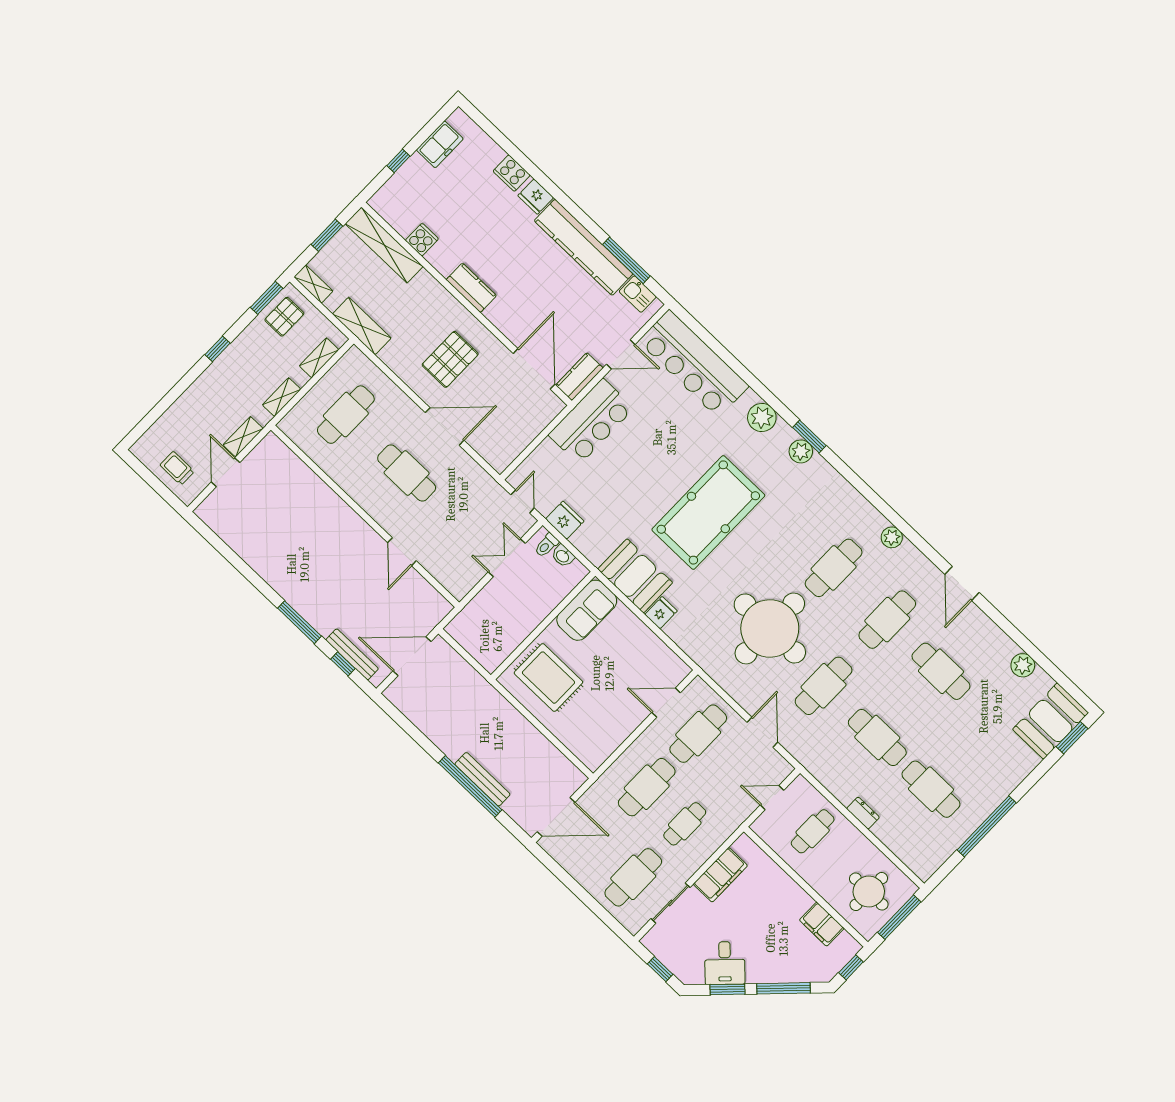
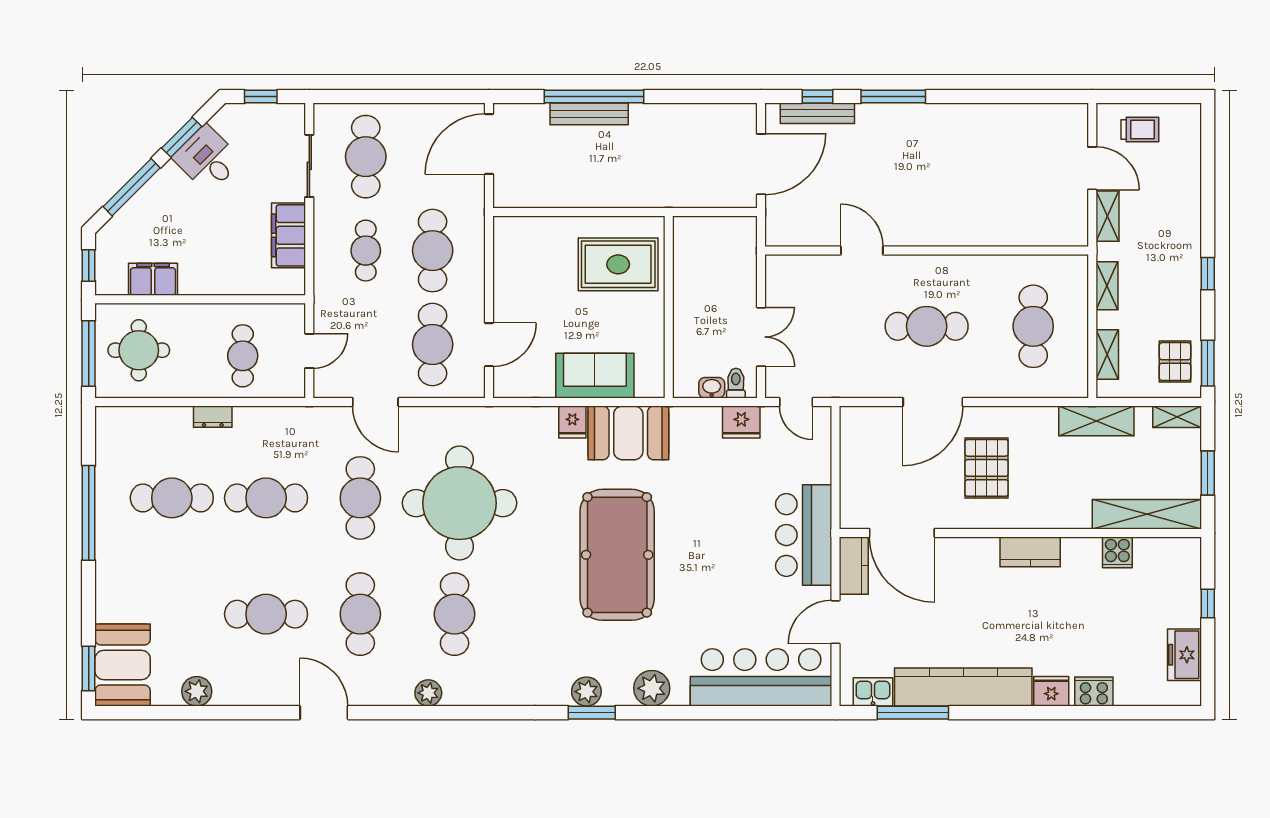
sofa: (587, 610) -> (595, 376), moved, turned 90

